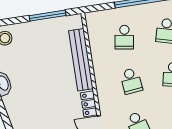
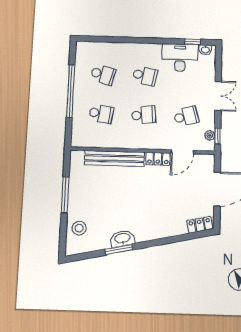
window: (48, 16) -> (65, 195), moved

